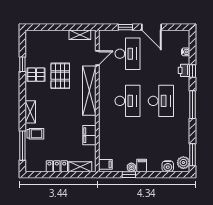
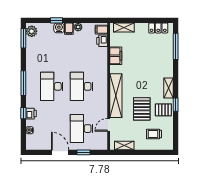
window: (22, 64) -> (176, 105), moved
shelving: (30, 112) -> (169, 88), moved
trolley: (35, 134) -> (154, 134), moved
printer: (105, 152) -> (102, 41), added
locker: (57, 166) -> (158, 28), moved
water cooler: (168, 166) -> (59, 28), moved
window: (129, 175) -> (57, 20), moved

